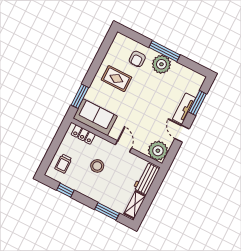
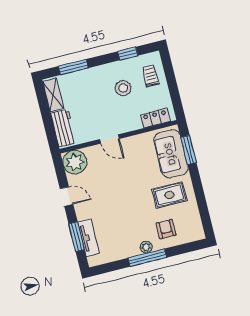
plant: (161, 64) -> (146, 247), width x0.53, depth x0.53
tv unit: (184, 109) -> (89, 238), moved
sofa: (95, 117) -> (171, 154), moved, turned 90
stool: (97, 166) -> (123, 88), moved

